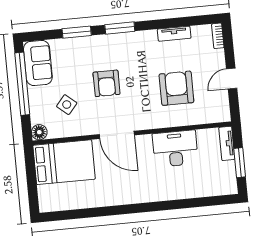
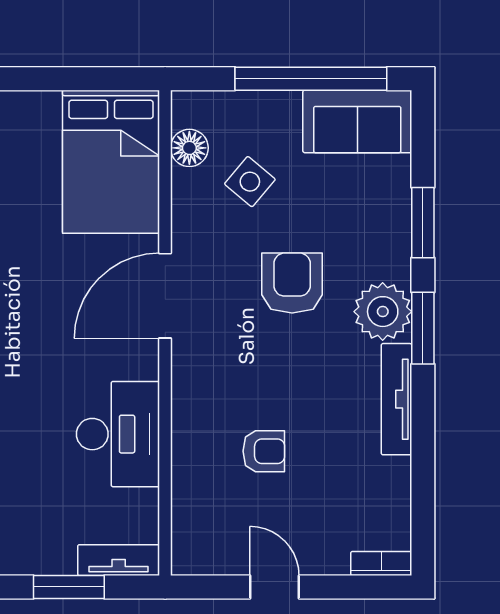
tv unit: (174, 34) -> (397, 399), moved, width x1.41
plant: (115, 45) -> (383, 312), added
armchair: (107, 83) -> (292, 283), turned 90
armchair: (176, 88) -> (264, 451), width x0.53, depth x0.53
floor lamp: (39, 132) -> (189, 148), moved

